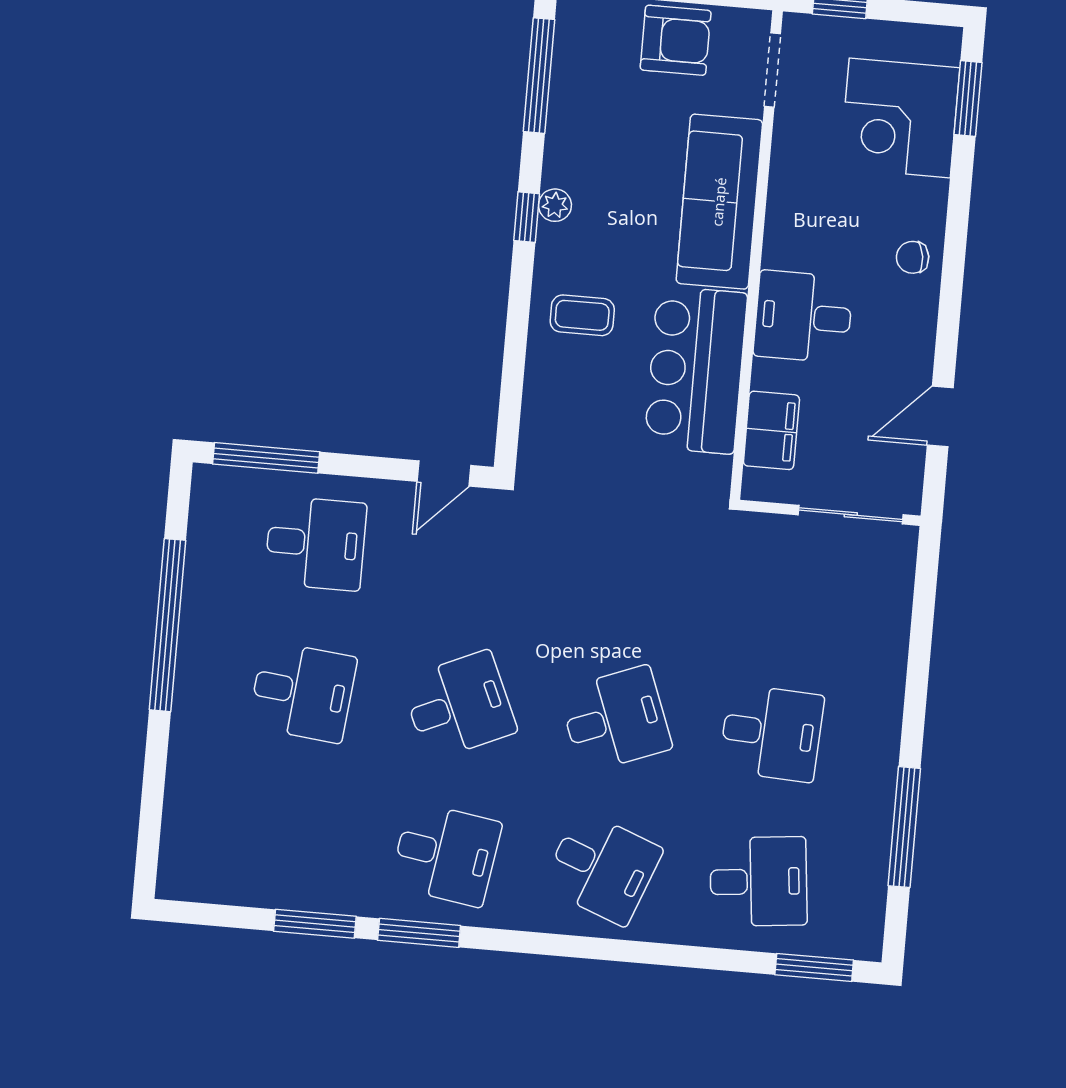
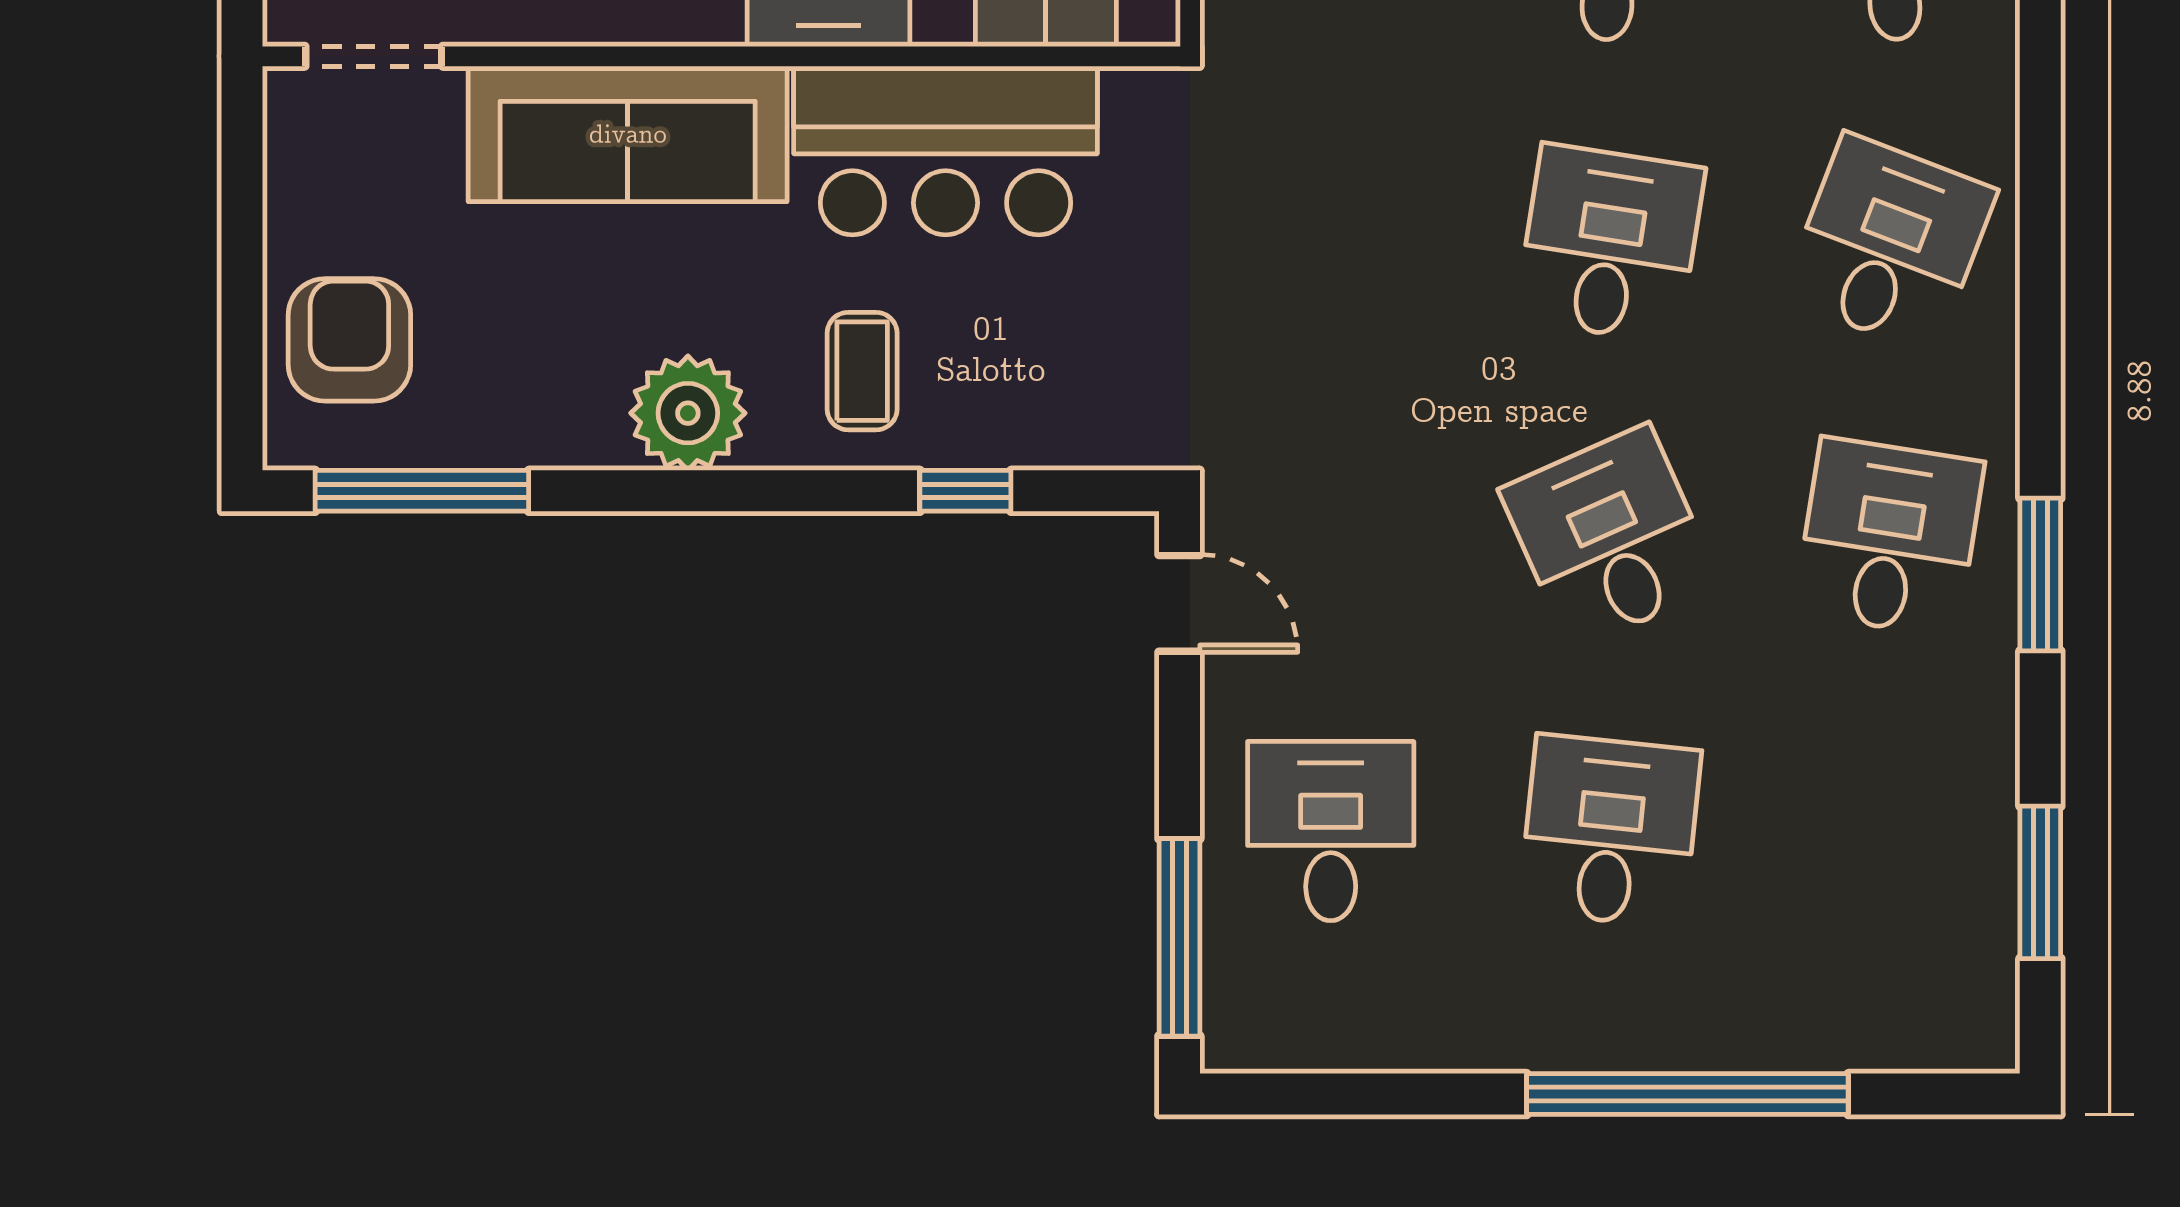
armchair: (676, 40) -> (349, 340), moved
plant: (555, 205) -> (688, 413), width x1.87, depth x1.87
window: (527, 217) -> (965, 491), moved
window: (167, 625) -> (1687, 1094), moved
desk: (615, 719) -> (1610, 244), turned 30
window: (315, 924) -> (2040, 882), moved

